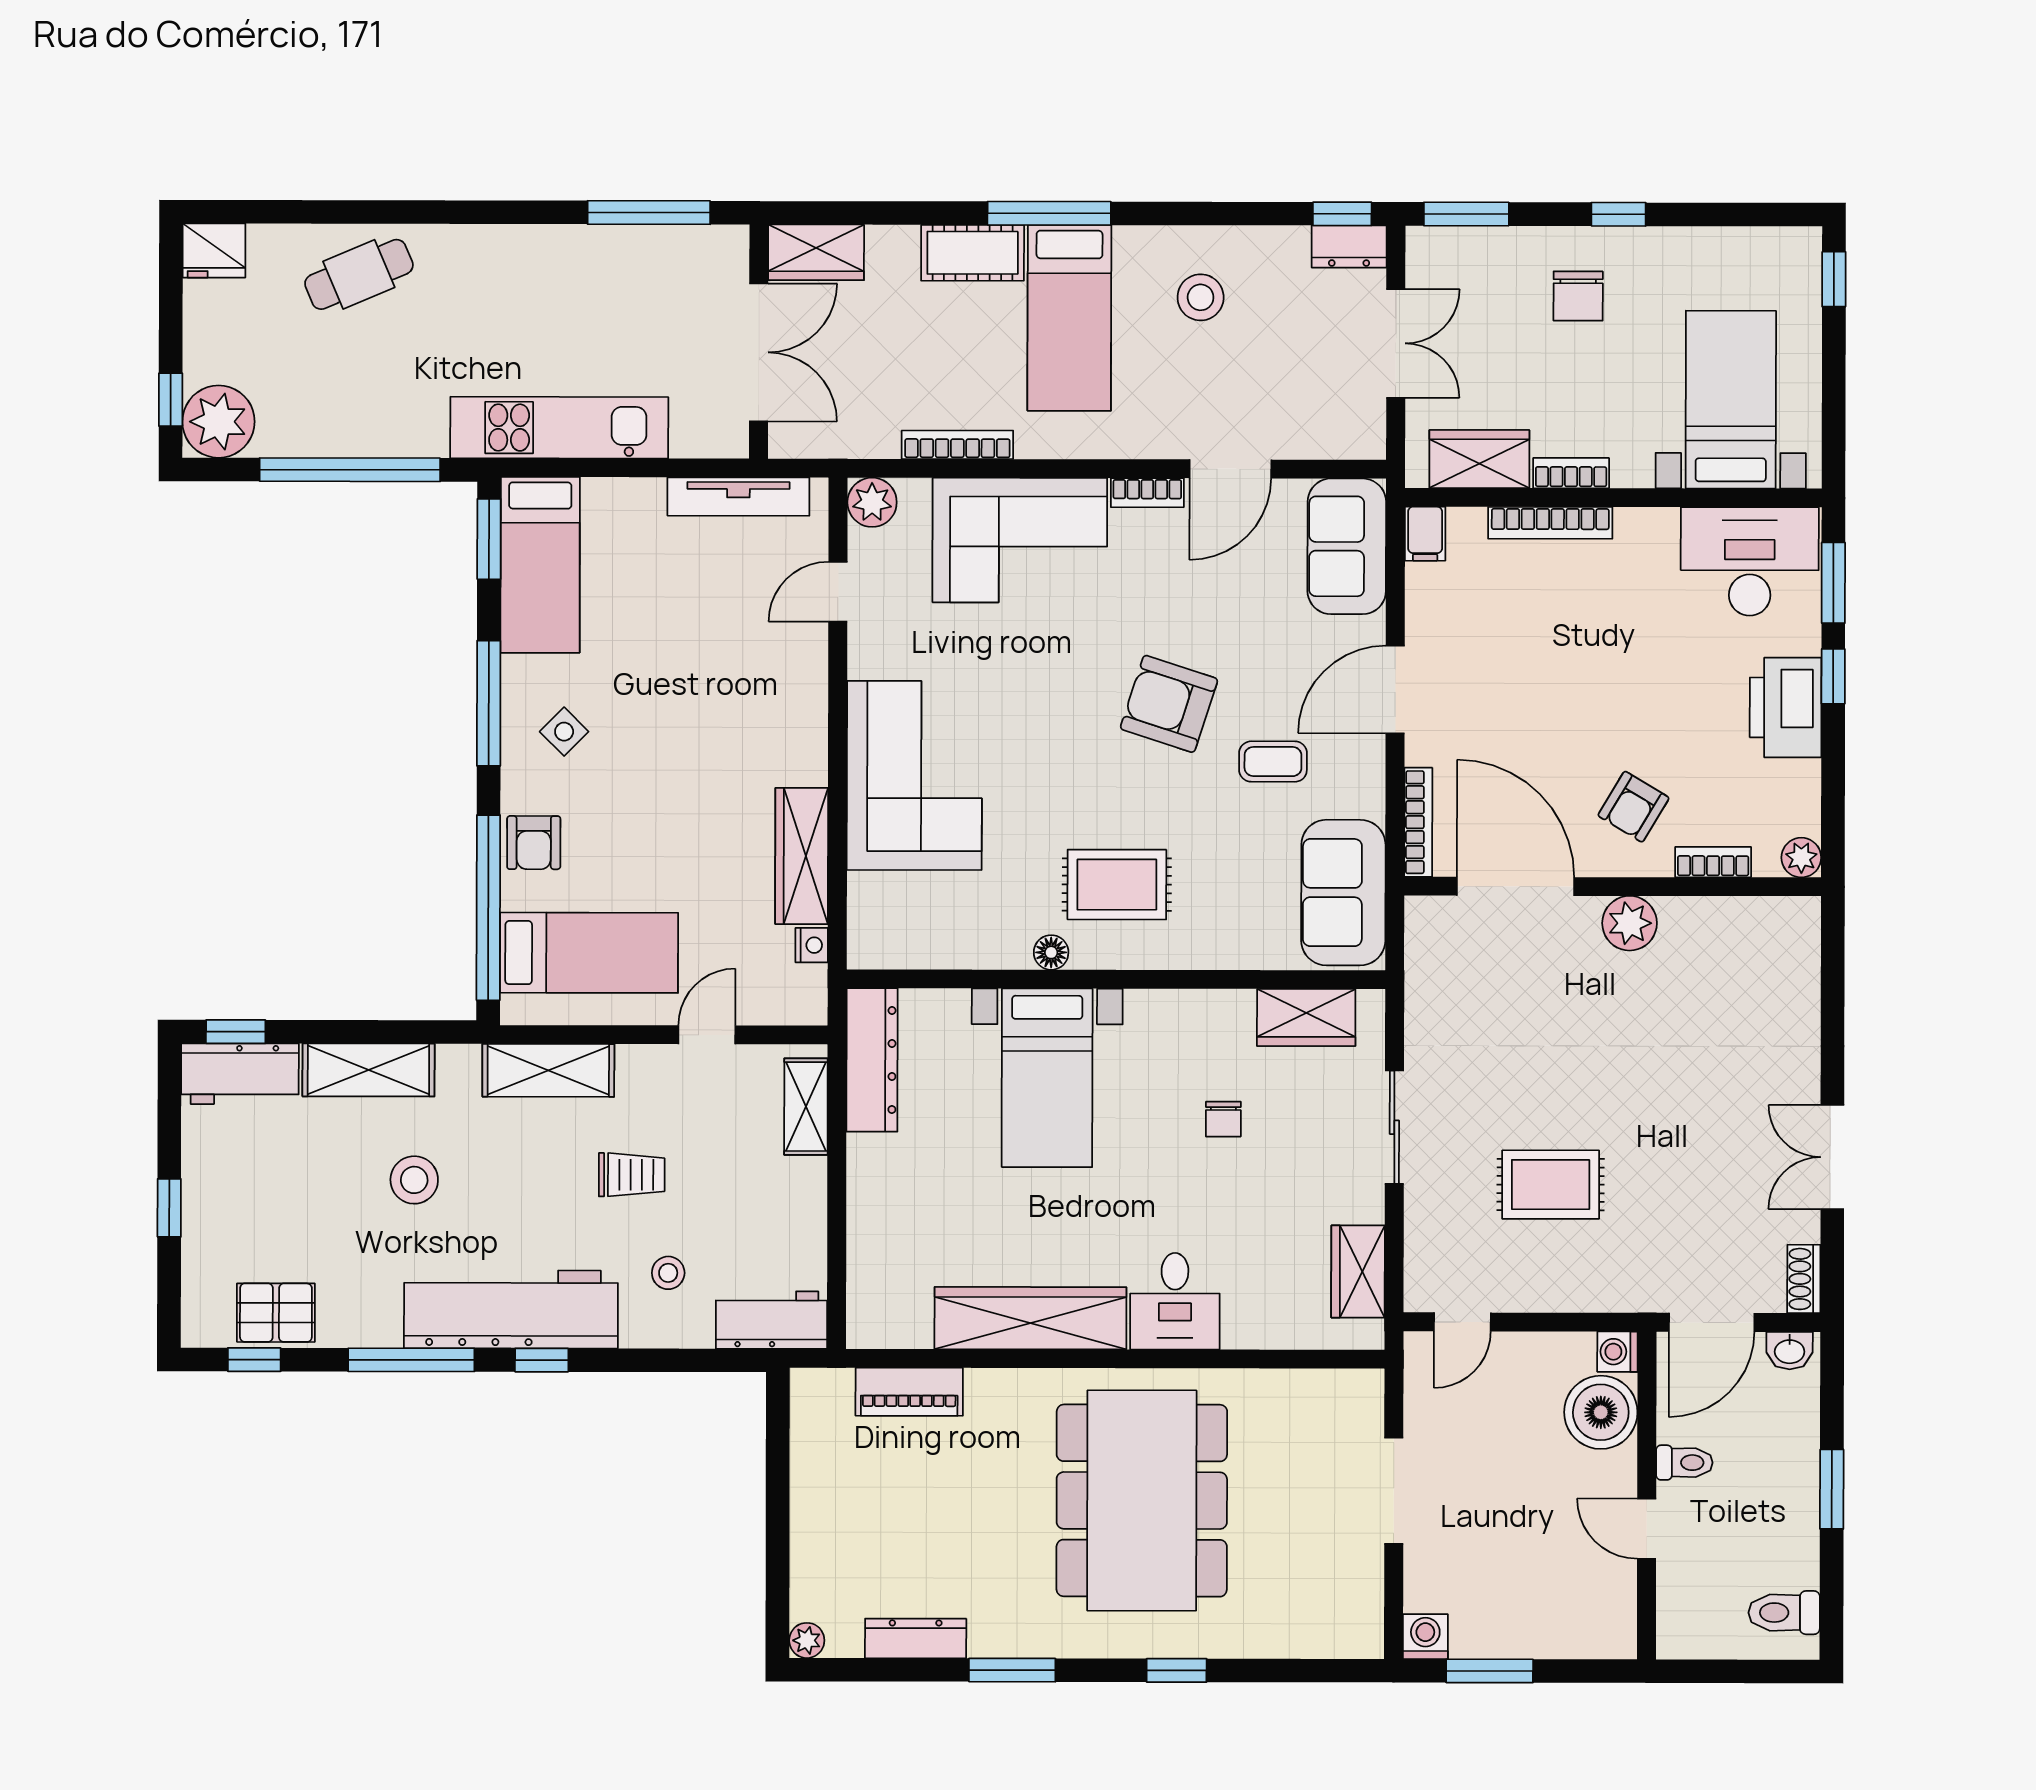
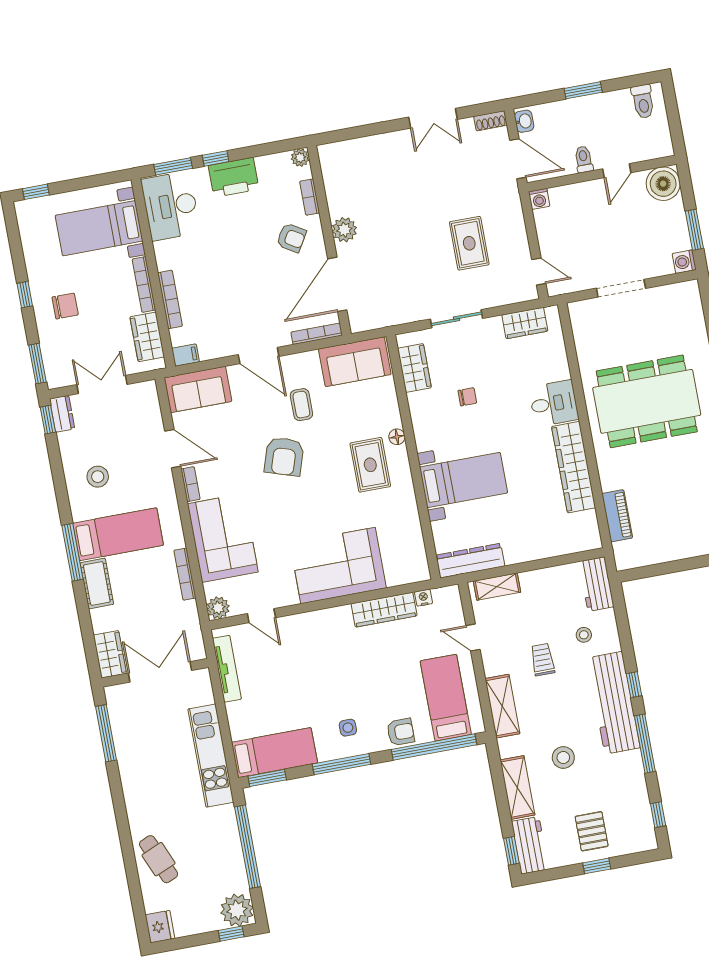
bookcase: (1571, 473) -> (144, 285), width x1.56
side table: (564, 732) -> (348, 728), turned 45
floor lamp: (1051, 952) -> (397, 437), moved
pallet: (276, 1313) -> (592, 831), moved
boiler: (1601, 1412) -> (663, 184), moved

